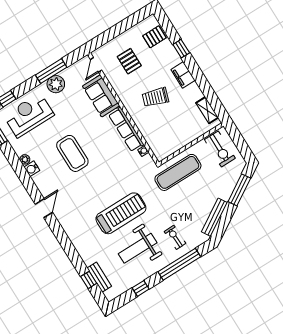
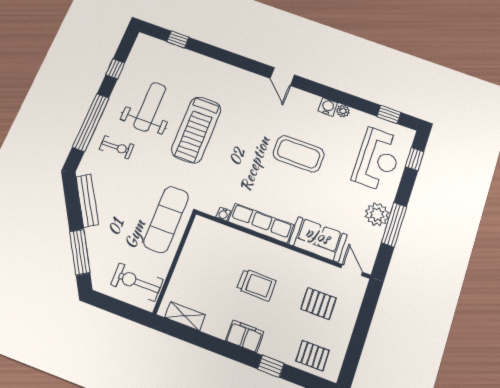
pallet: (155, 37) -> (313, 356), turned 90
trolley: (155, 97) -> (256, 285), turned 72
bench: (99, 277) -> (169, 50), removed

